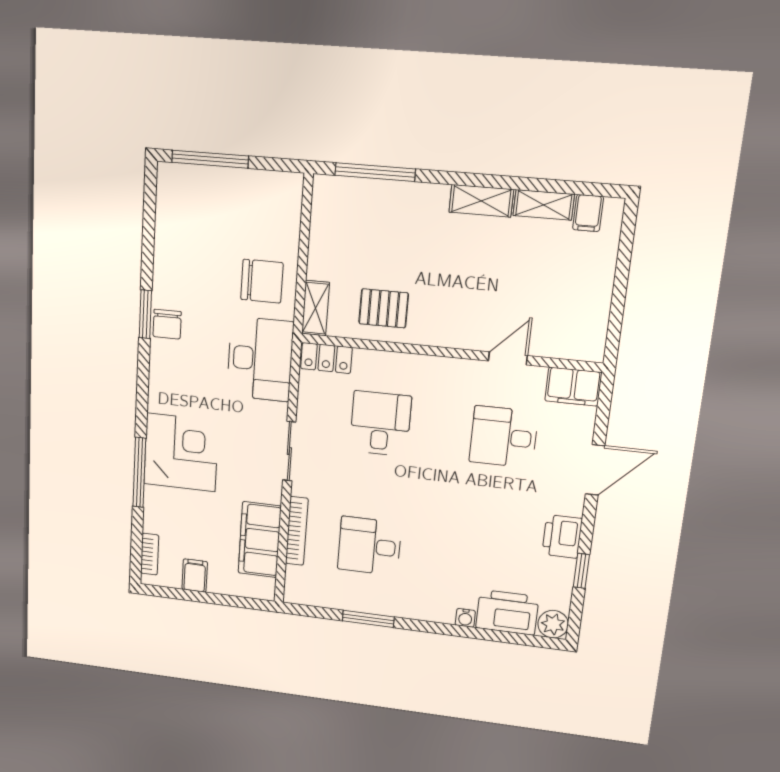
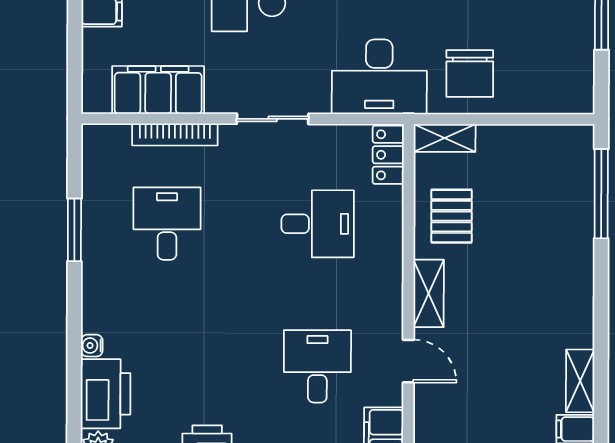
shelving: (481, 201) -> (429, 293), moved

